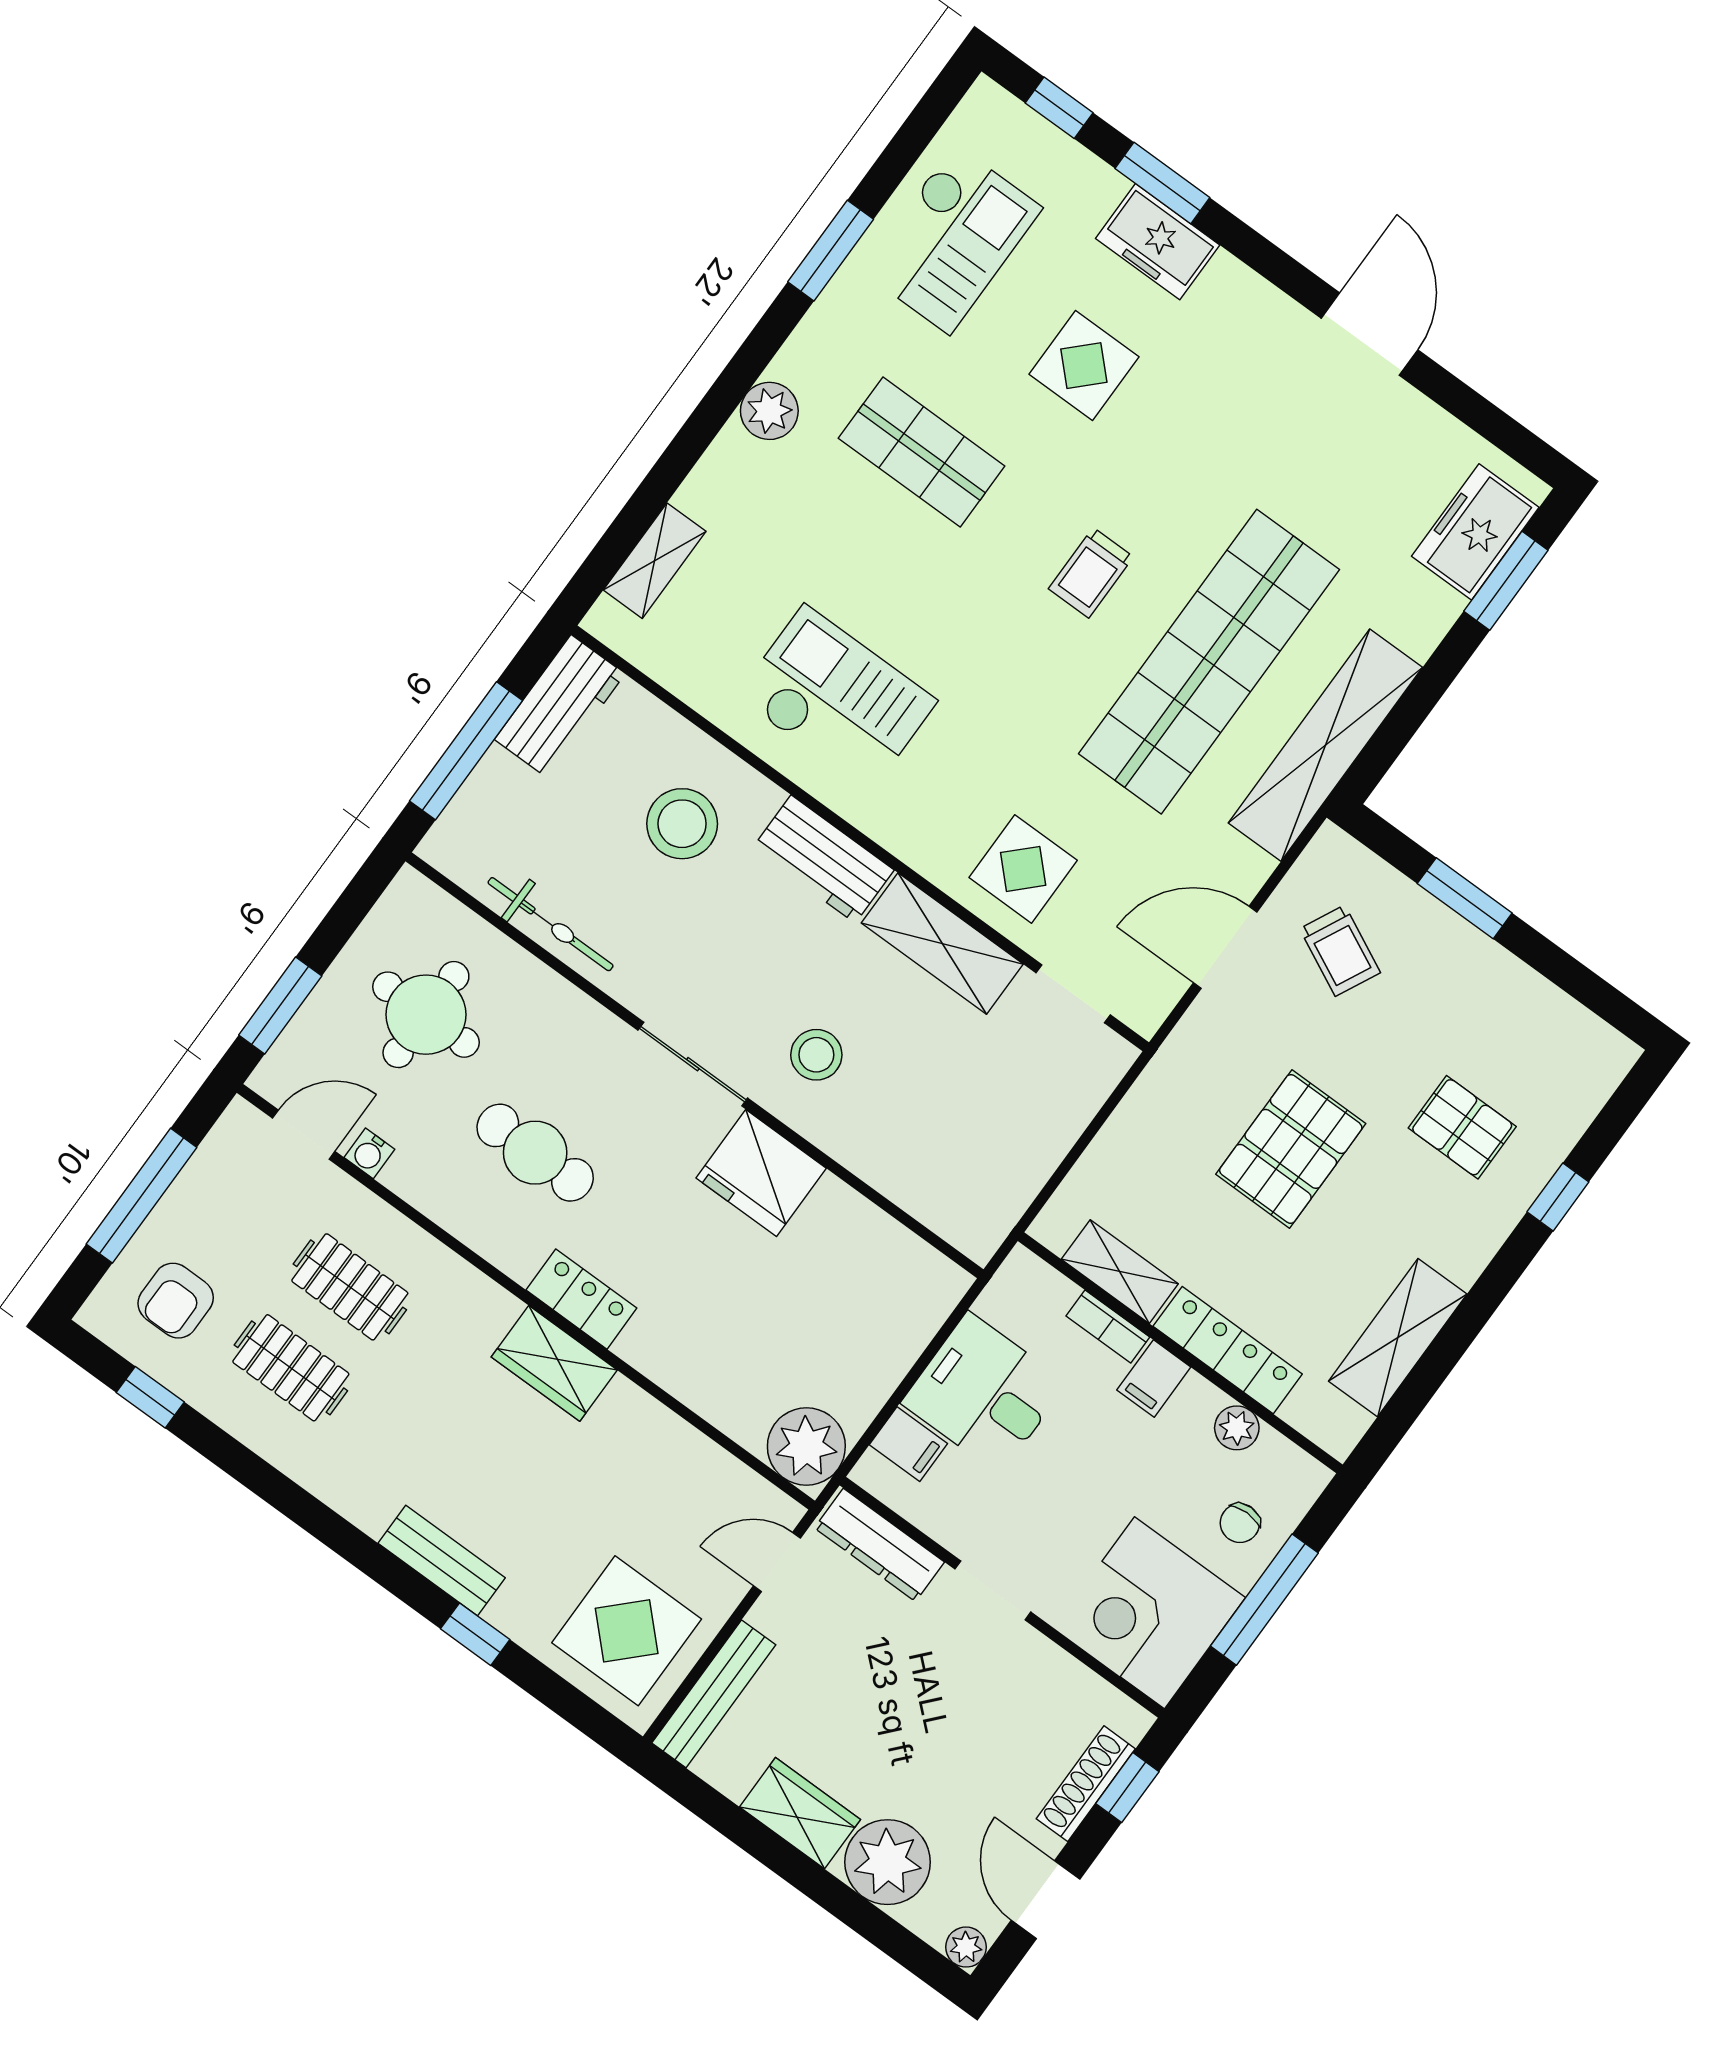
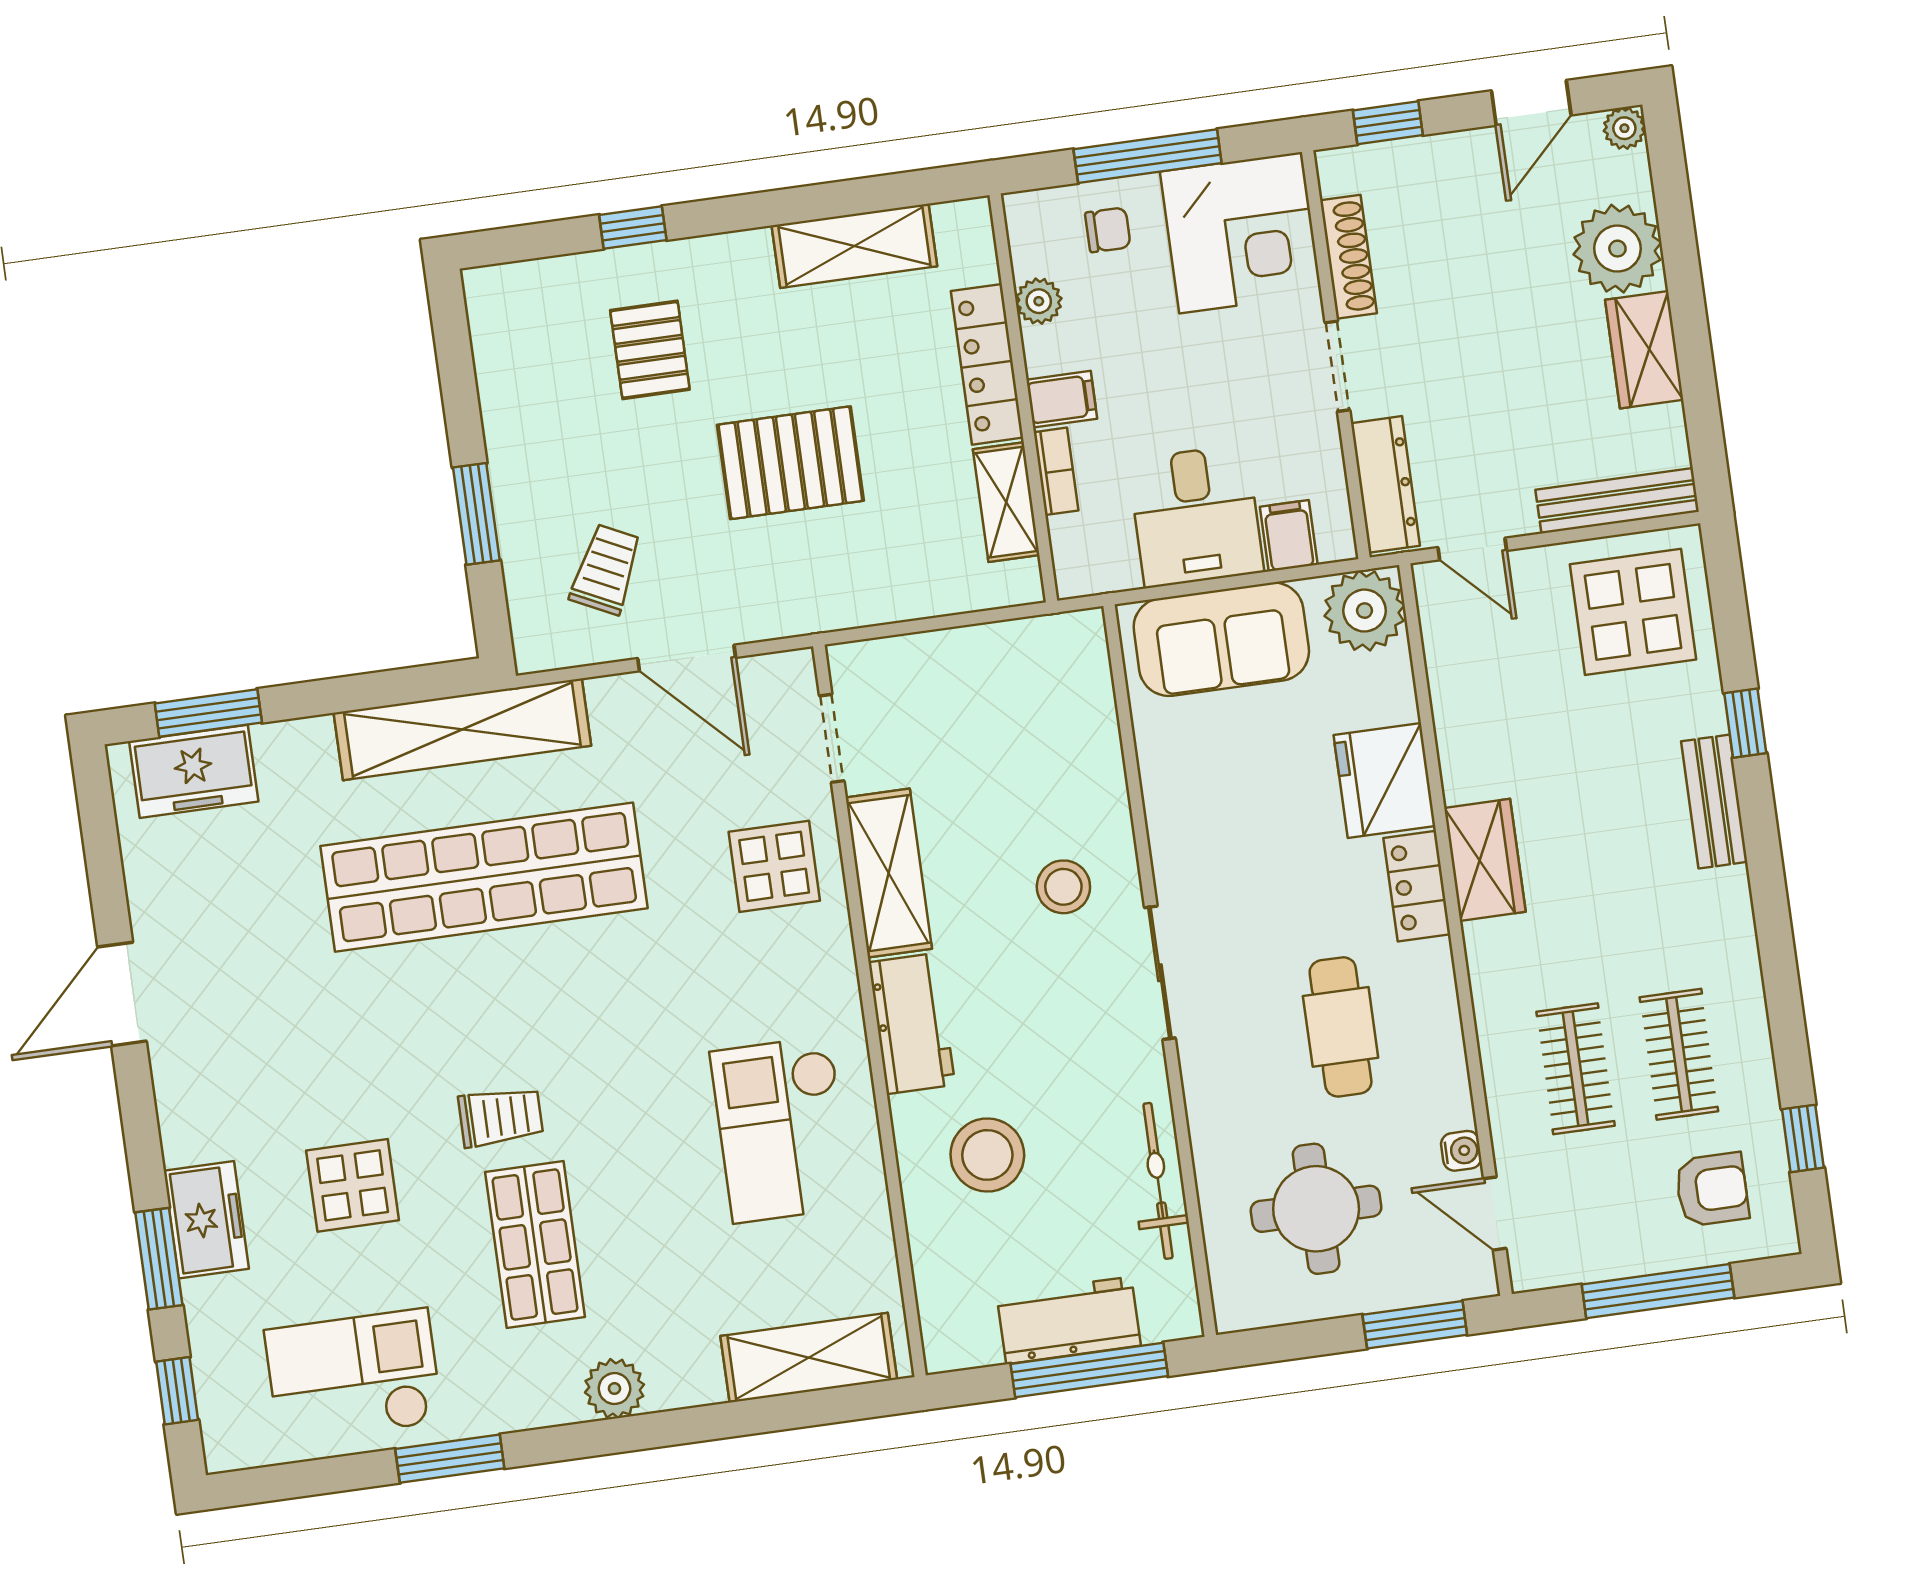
shelving: (655, 561) -> (809, 1358), width x1.50, depth x1.33
trolley: (1091, 573) -> (501, 1117), moved
workbench: (560, 707) -> (1069, 1320), moved
fridge: (761, 1173) -> (1384, 780), moved, turned 180
sofa: (882, 1329) -> (1221, 639), added
shoe rack: (1086, 1784) -> (1348, 257), moved, turned -90

